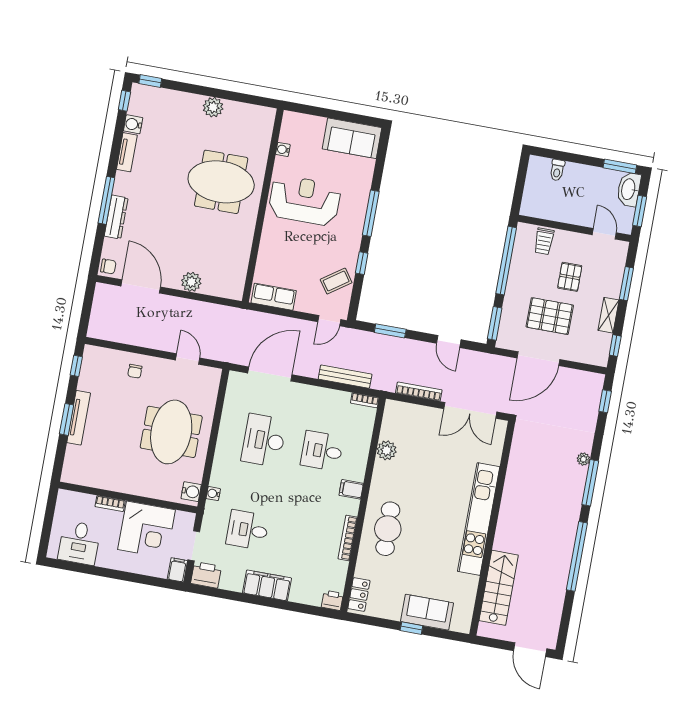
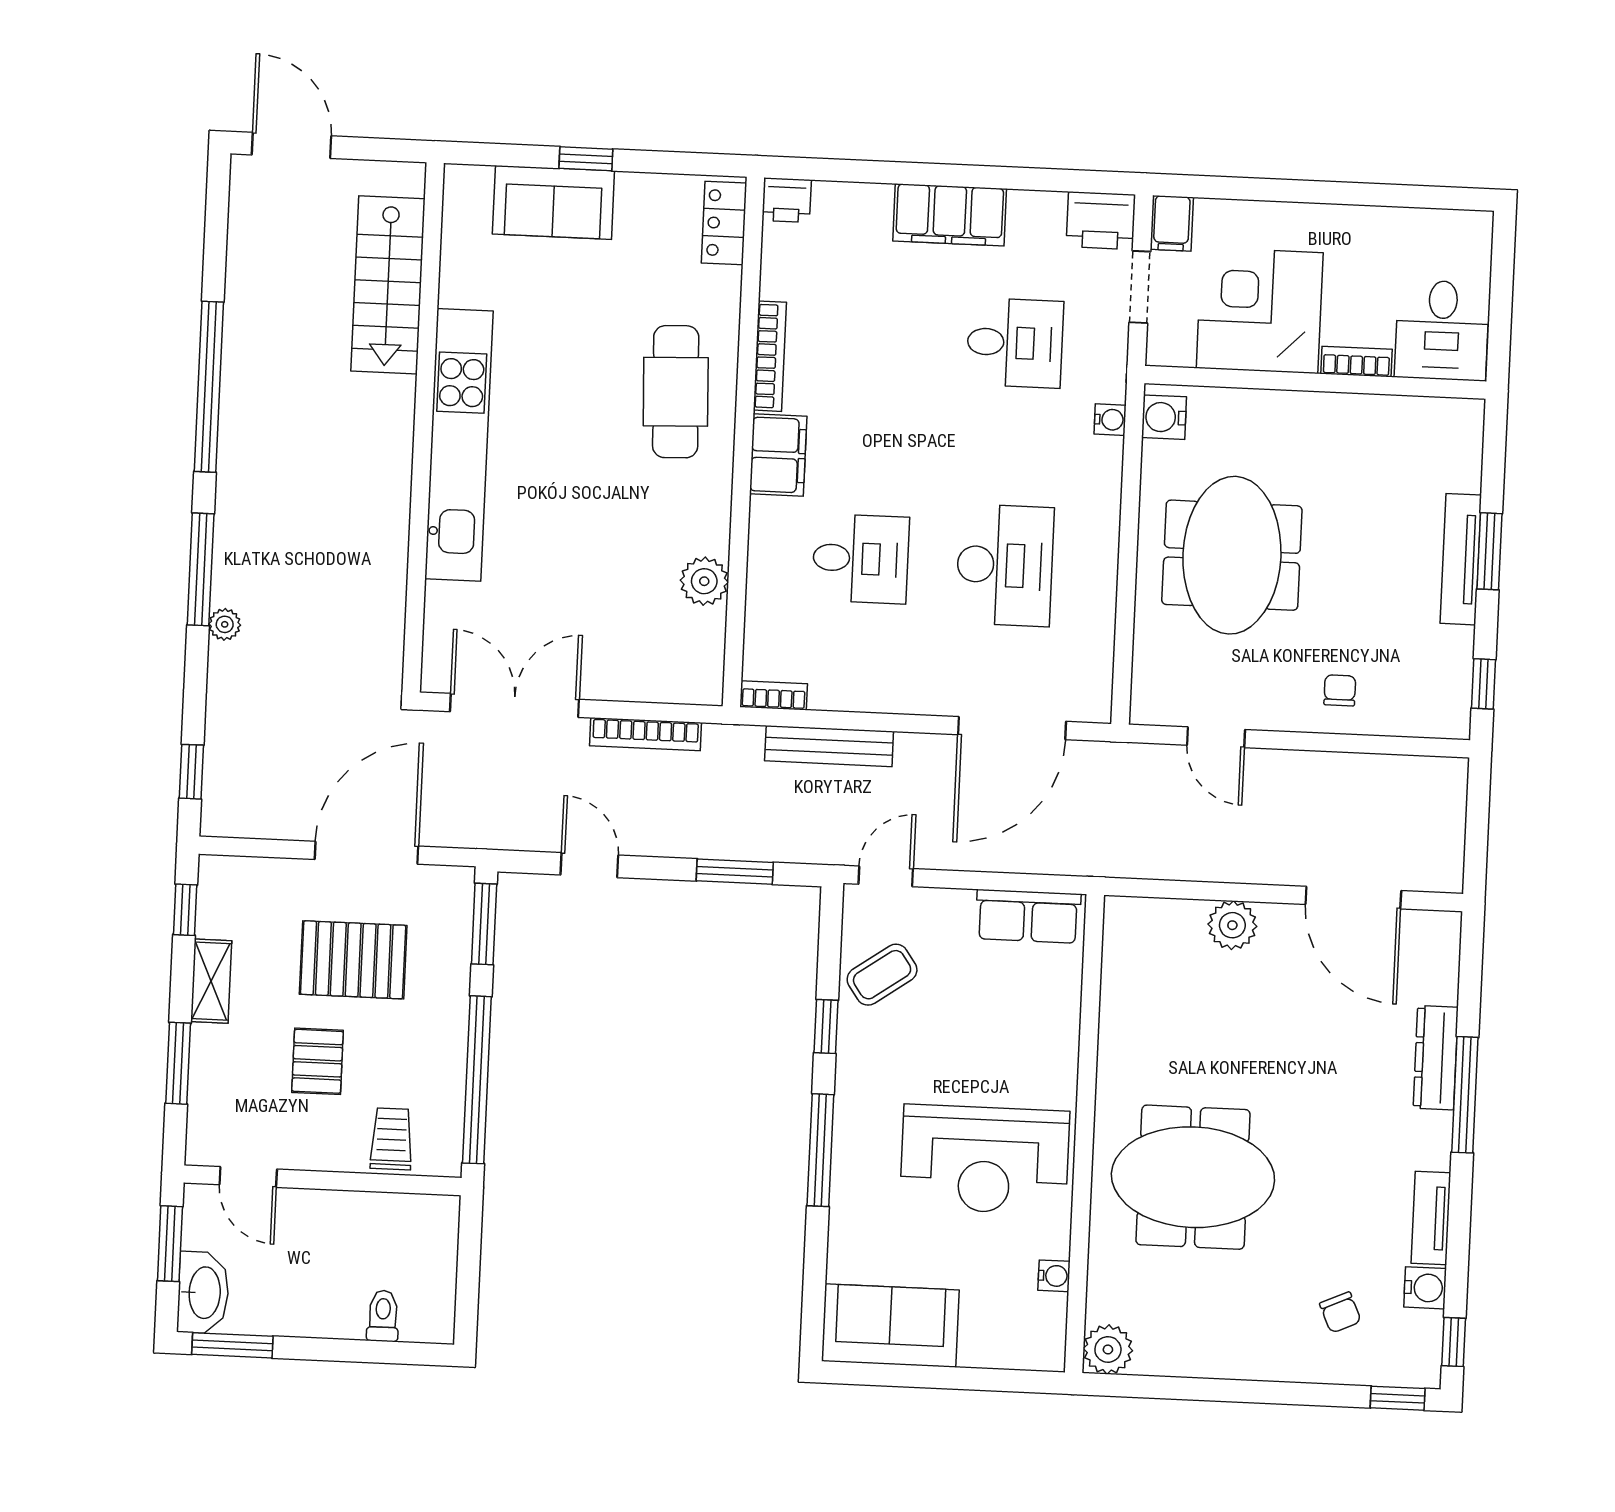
plant: (213, 107) -> (1108, 1349), moved
chair: (108, 266) -> (1340, 1312), moved, turned -114
filing cabinet: (351, 489) -> (778, 455), width x2.00
desk: (79, 543) -> (1442, 330), moved, turned 180

